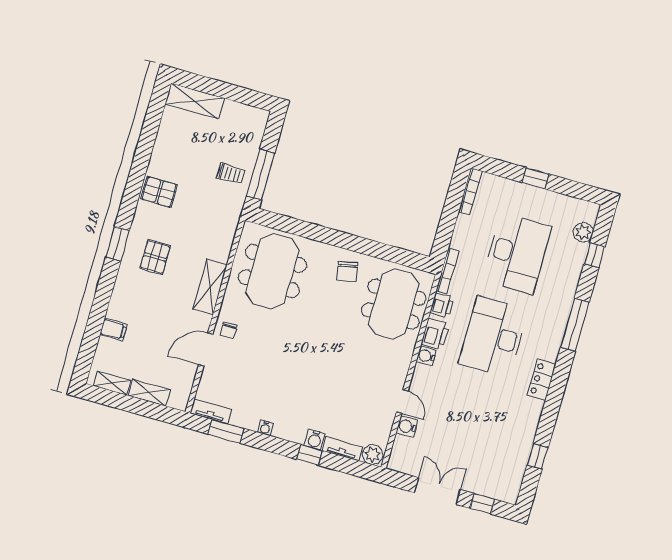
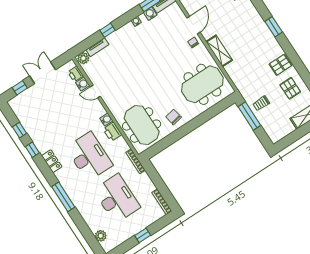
desk: (517, 253) -> (117, 199), turned 180
window: (594, 255) -> (32, 150), moved
pallet: (155, 257) -> (290, 88), moved
meeting table: (272, 271) -> (202, 84), turned 90
printer: (442, 305) -> (76, 74), moved
water cooler: (315, 440) -> (150, 14), moved
double door: (437, 491) -> (43, 73), swing flipped

